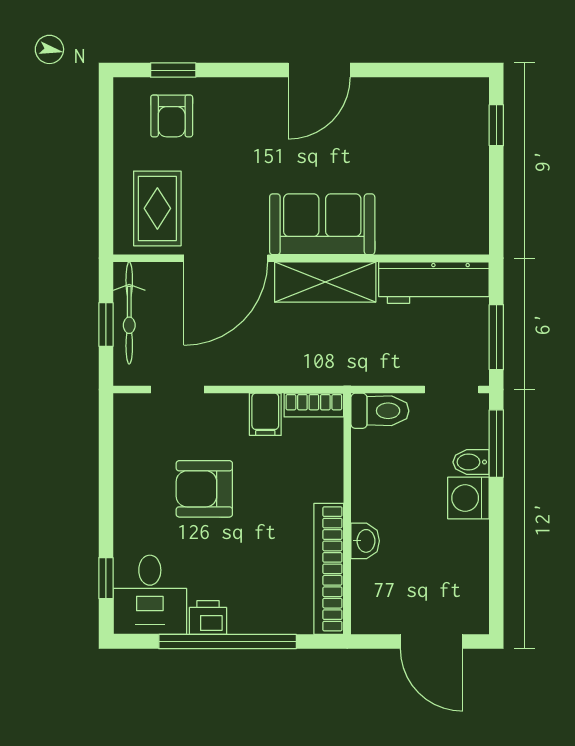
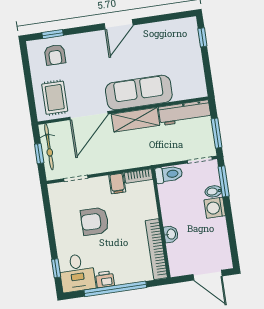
sofa: (322, 224) -> (139, 93), width x1.36

